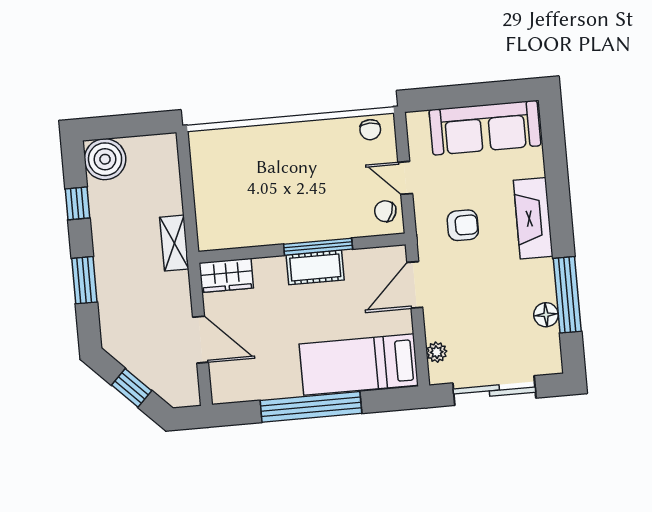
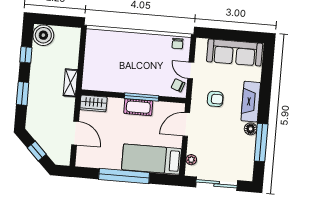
floor lamp: (546, 315) -> (251, 129), moved

